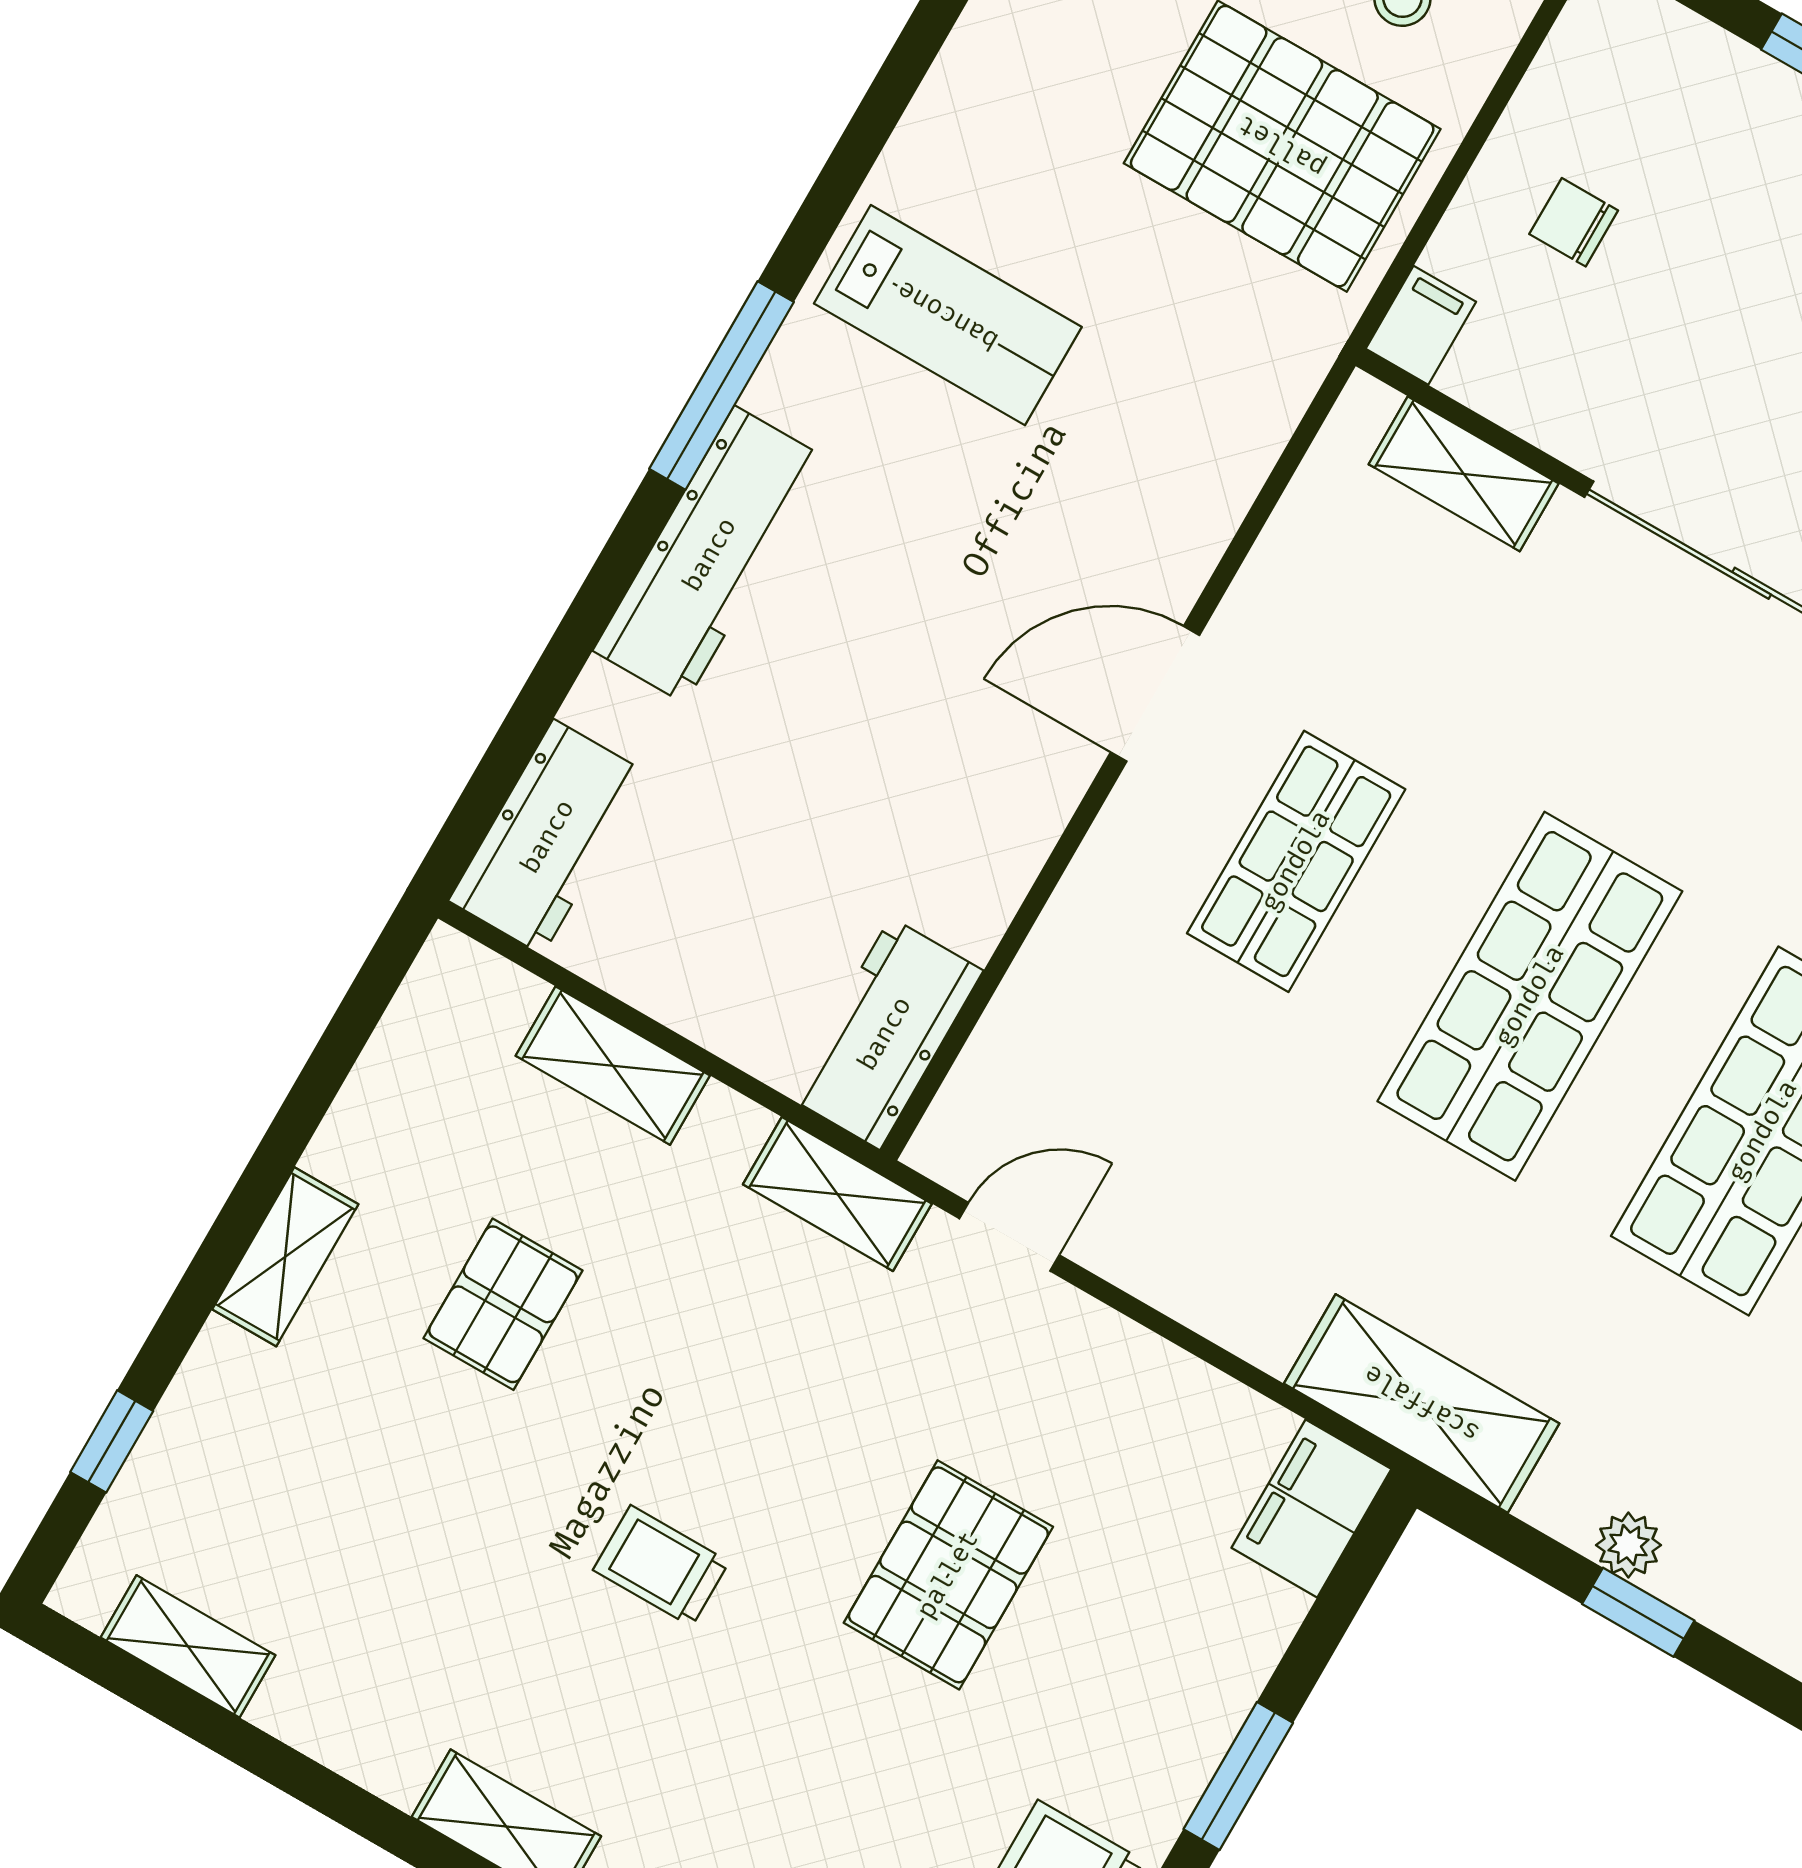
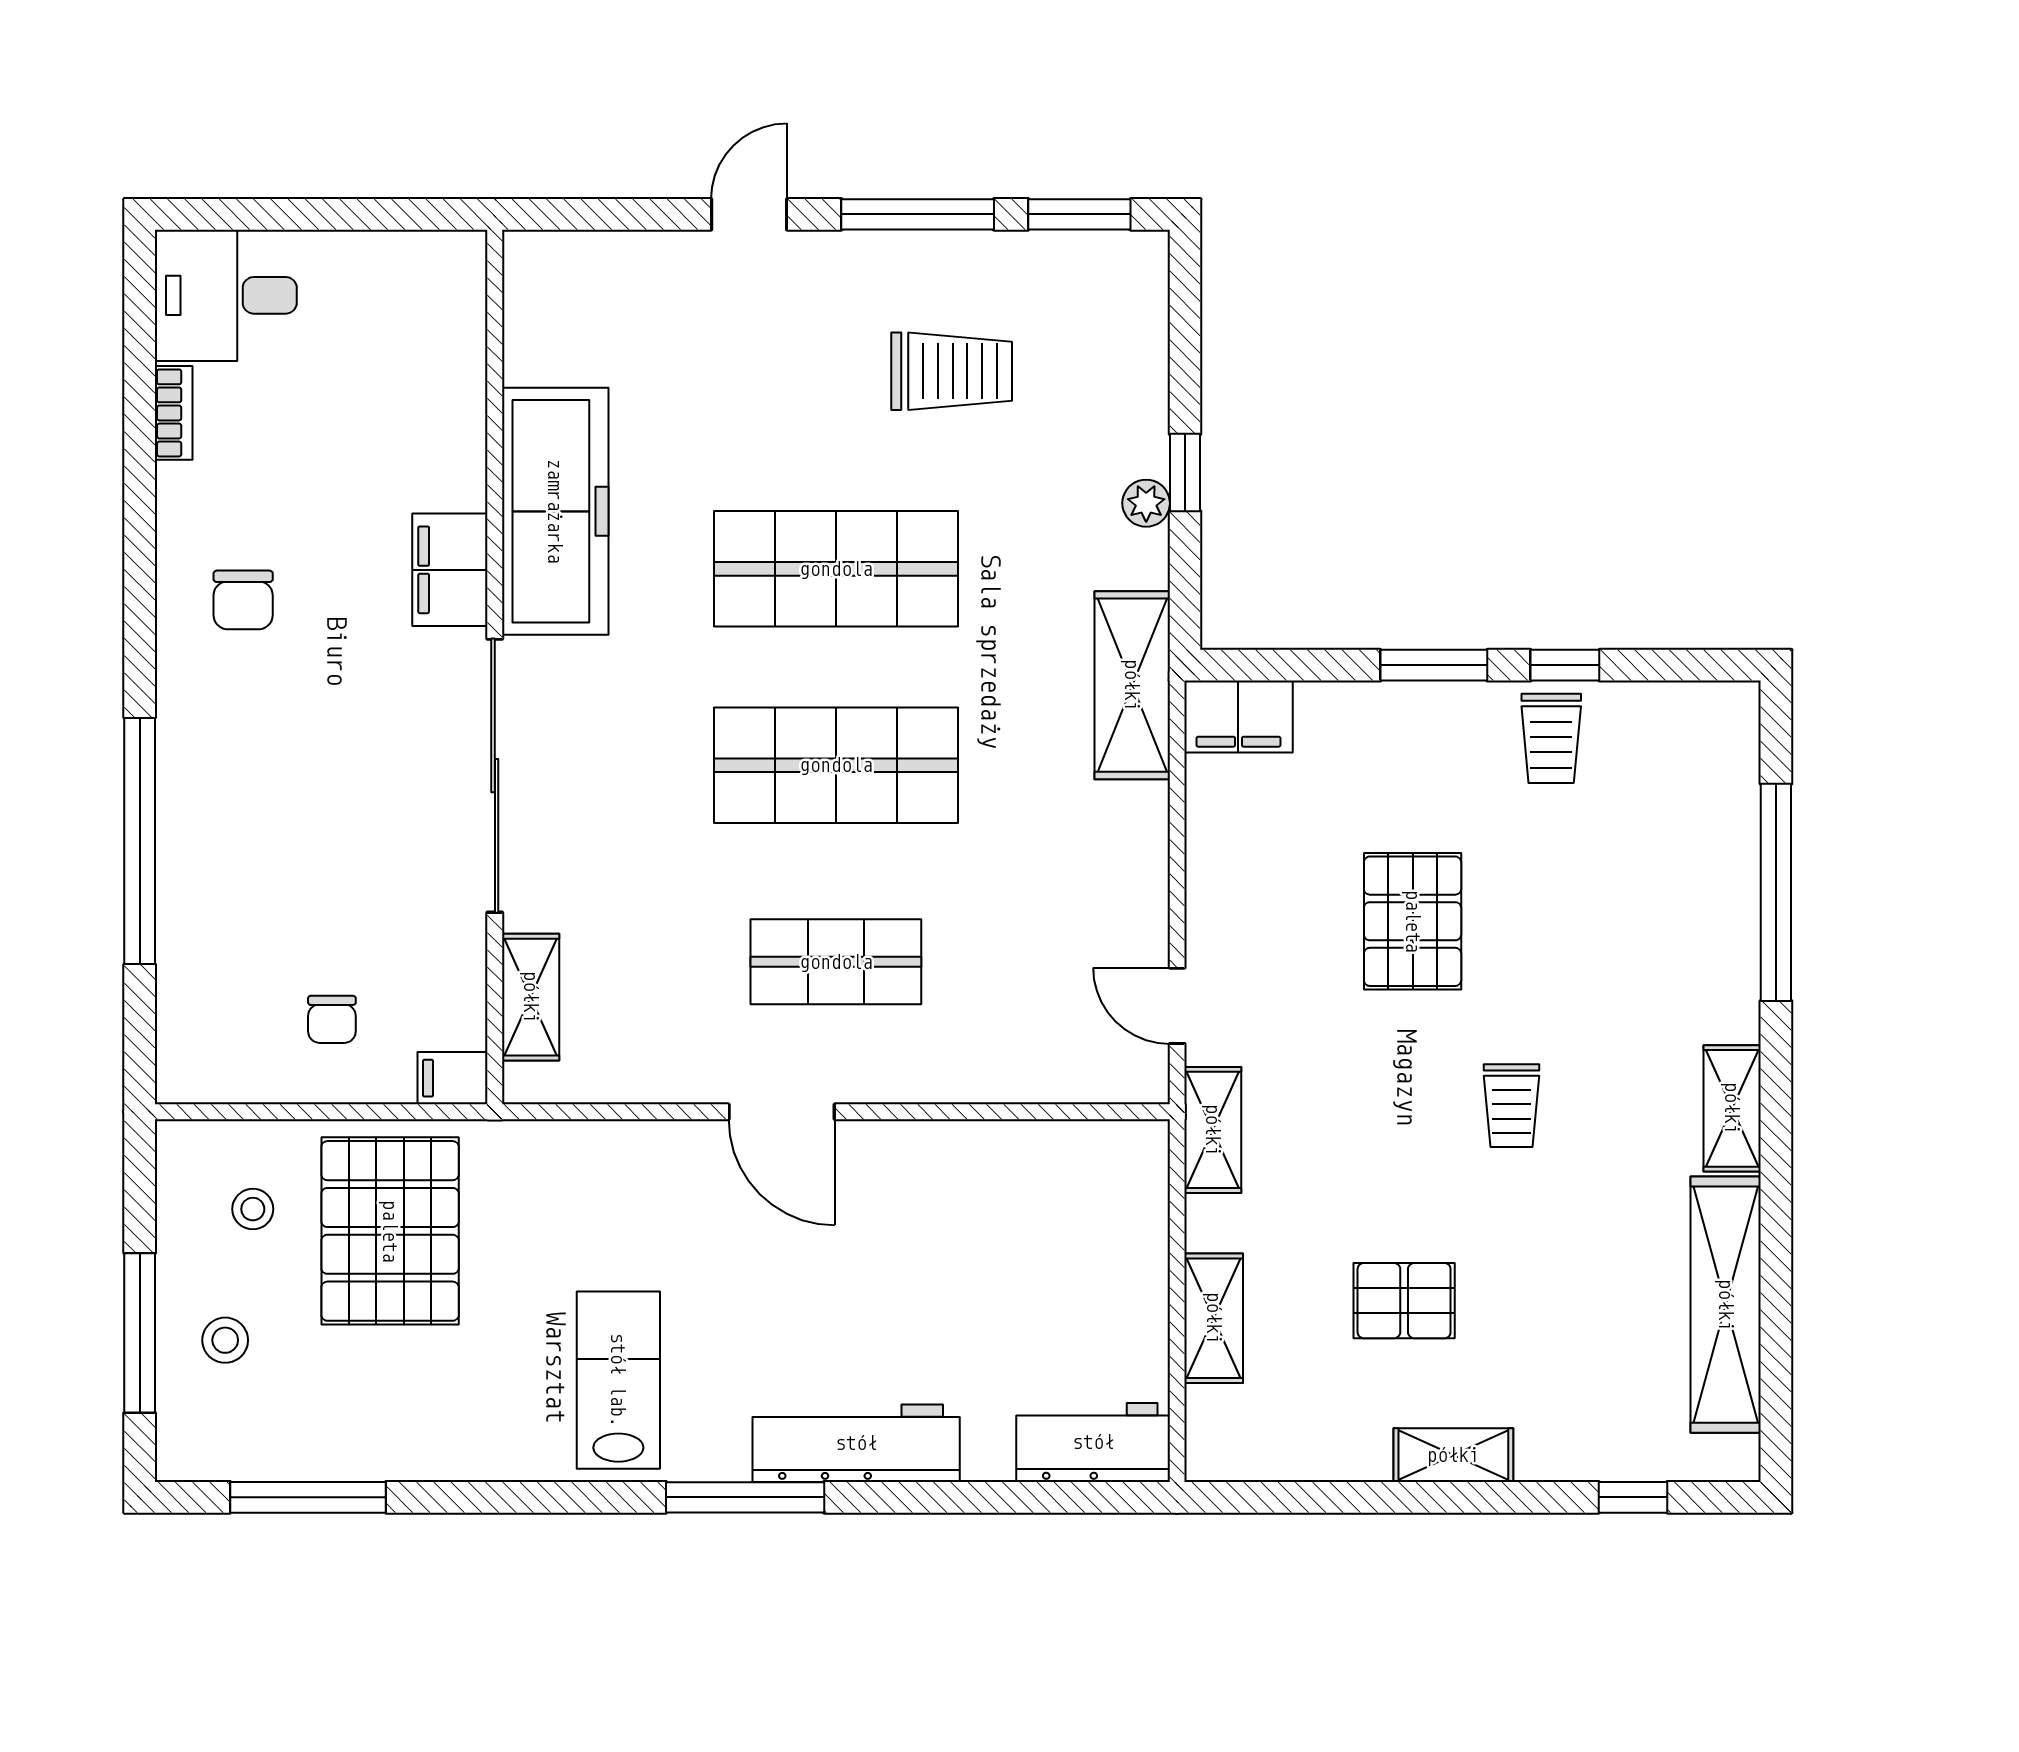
workbench: (885, 1034) -> (1094, 1158), removed
pallet: (948, 1575) -> (1413, 921), turned 90
shelving: (188, 1646) -> (1726, 1305), width x2.20, depth x1.33

